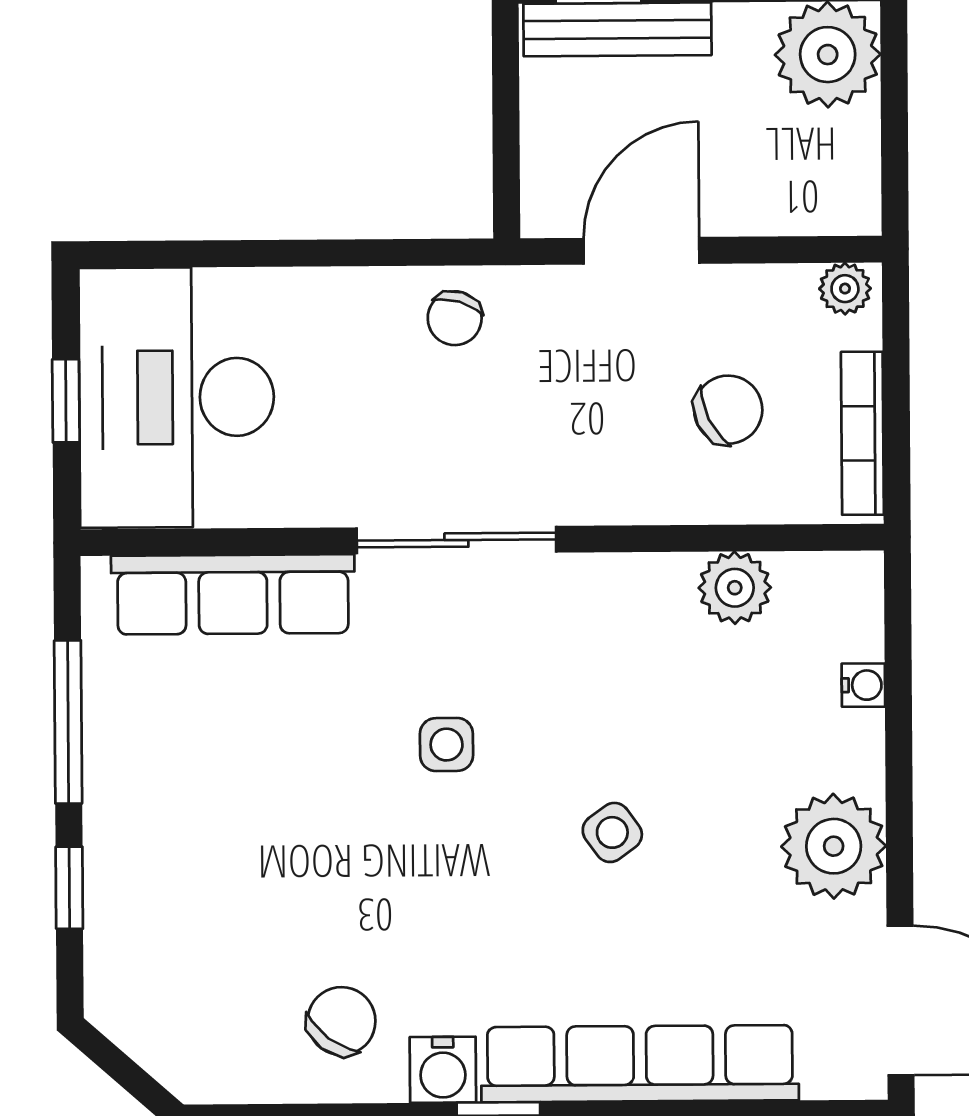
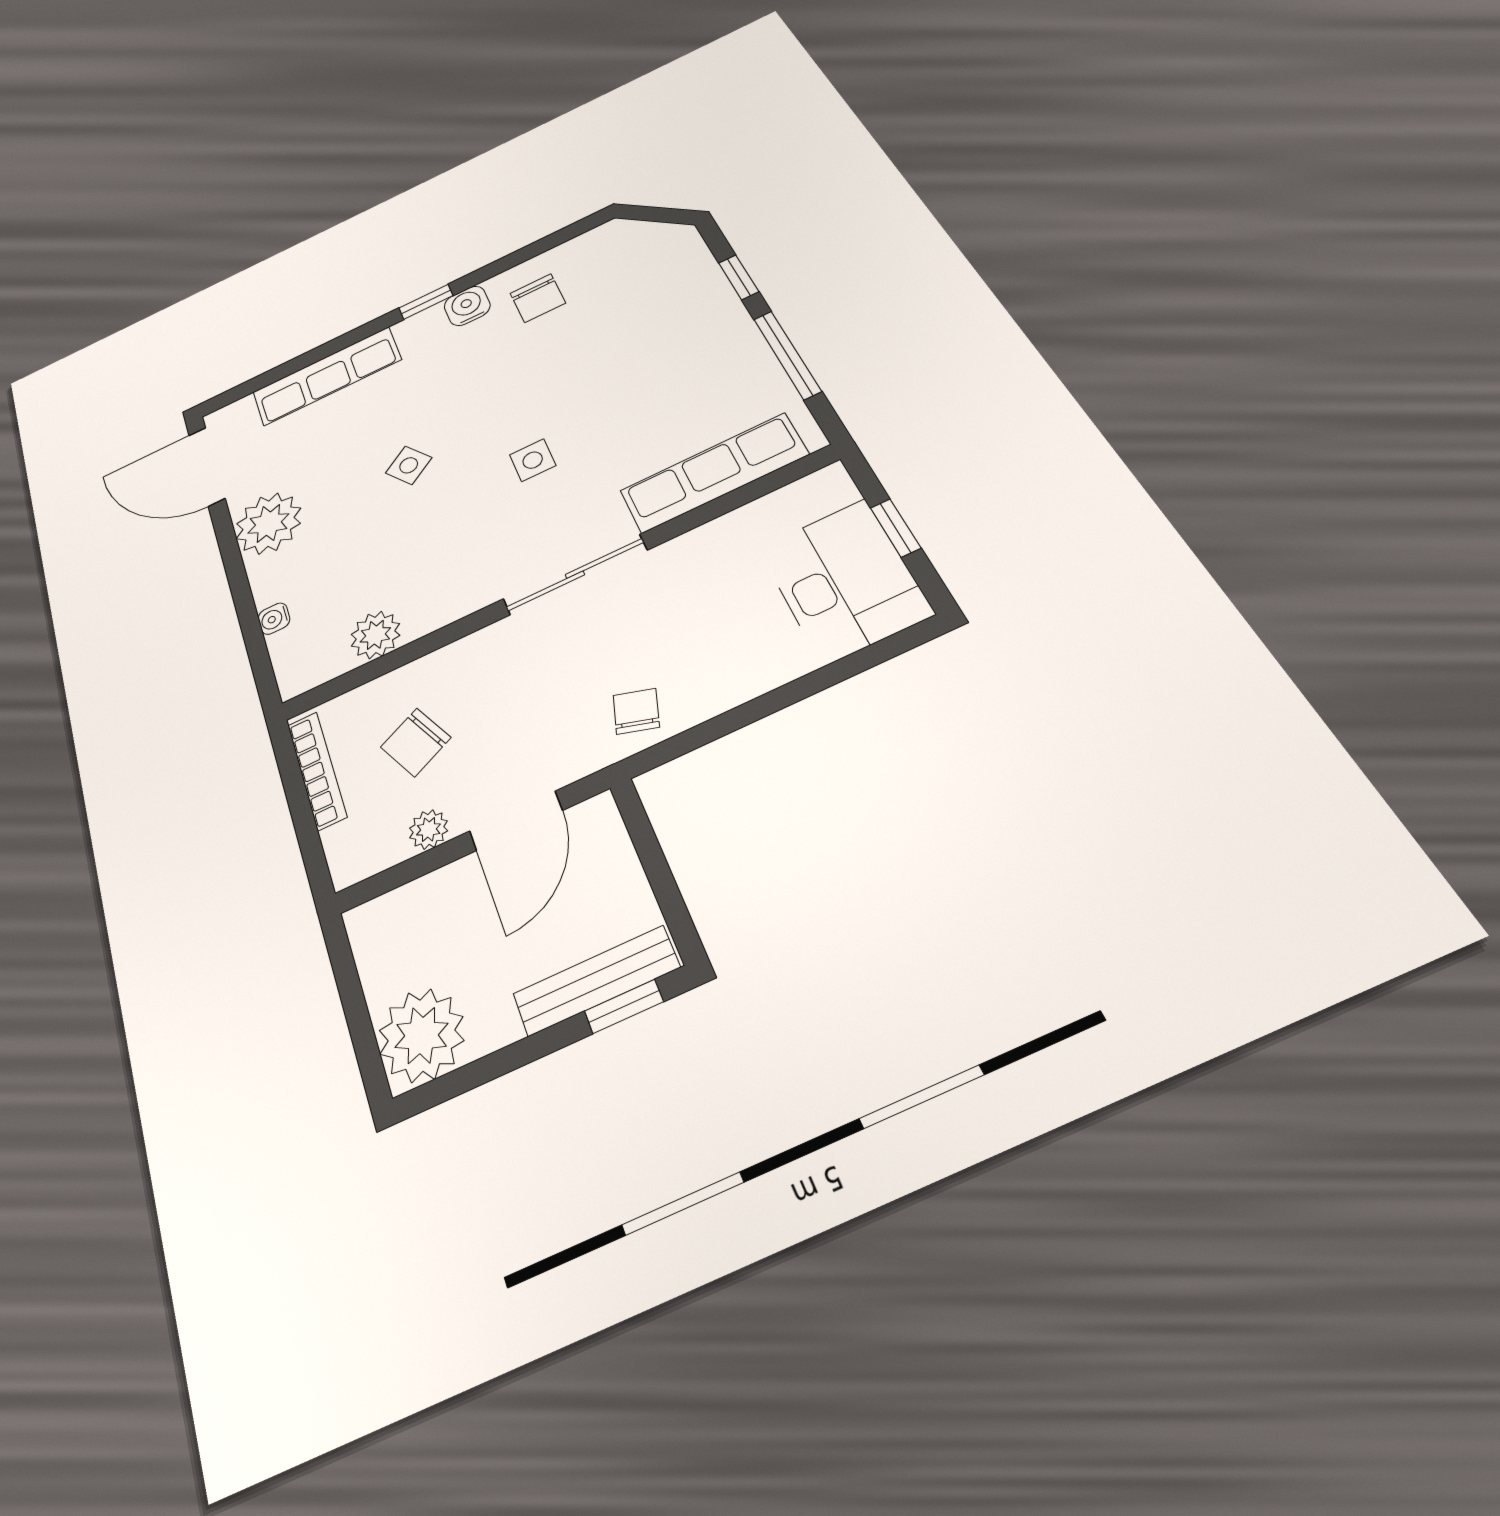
plant: (845, 289) -> (429, 829), moved
desk: (177, 397) -> (844, 581), width x0.73, depth x0.77
chair: (342, 1021) -> (538, 298), turned -37
row of seats: (640, 1064) -> (327, 376), width x0.73

